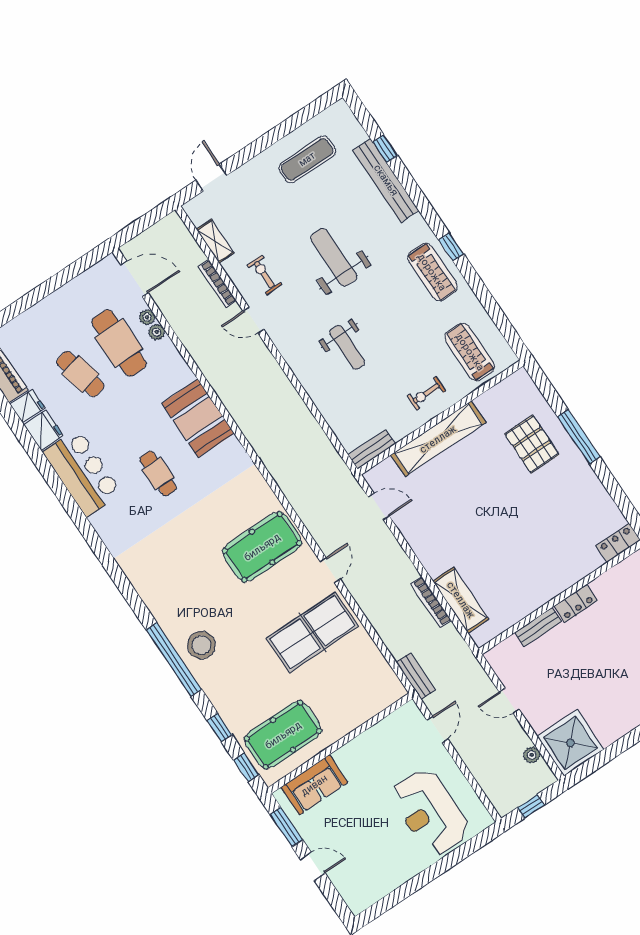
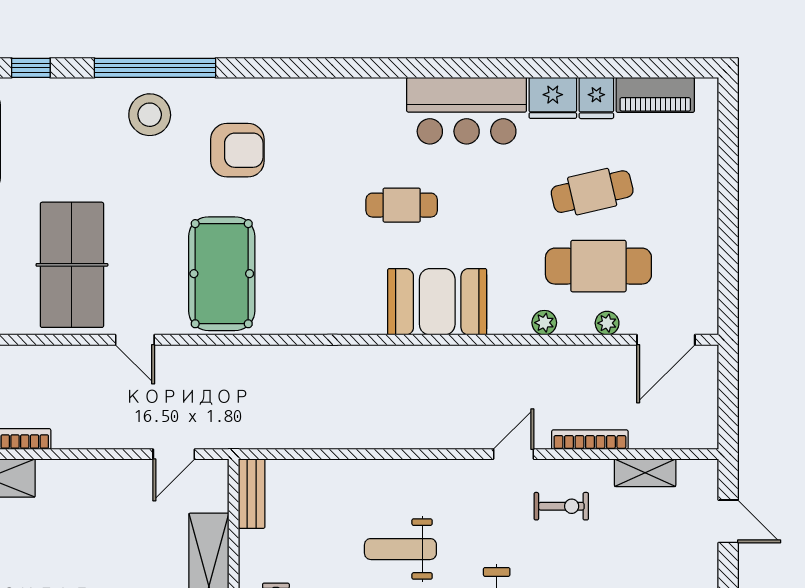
plant: (157, 332) -> (544, 323), moved
armchair: (188, 584) -> (237, 150), added

